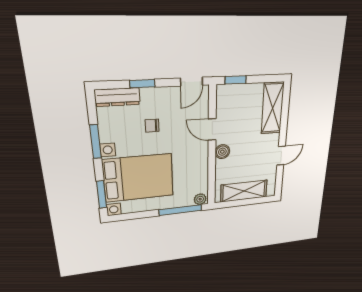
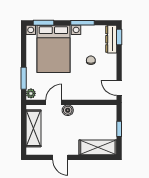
window: (236, 80) -> (119, 129), moved
window: (142, 84) -> (119, 37), moved
door: (212, 129) -> (54, 102), moved
window: (180, 210) -> (24, 78), width x0.69

